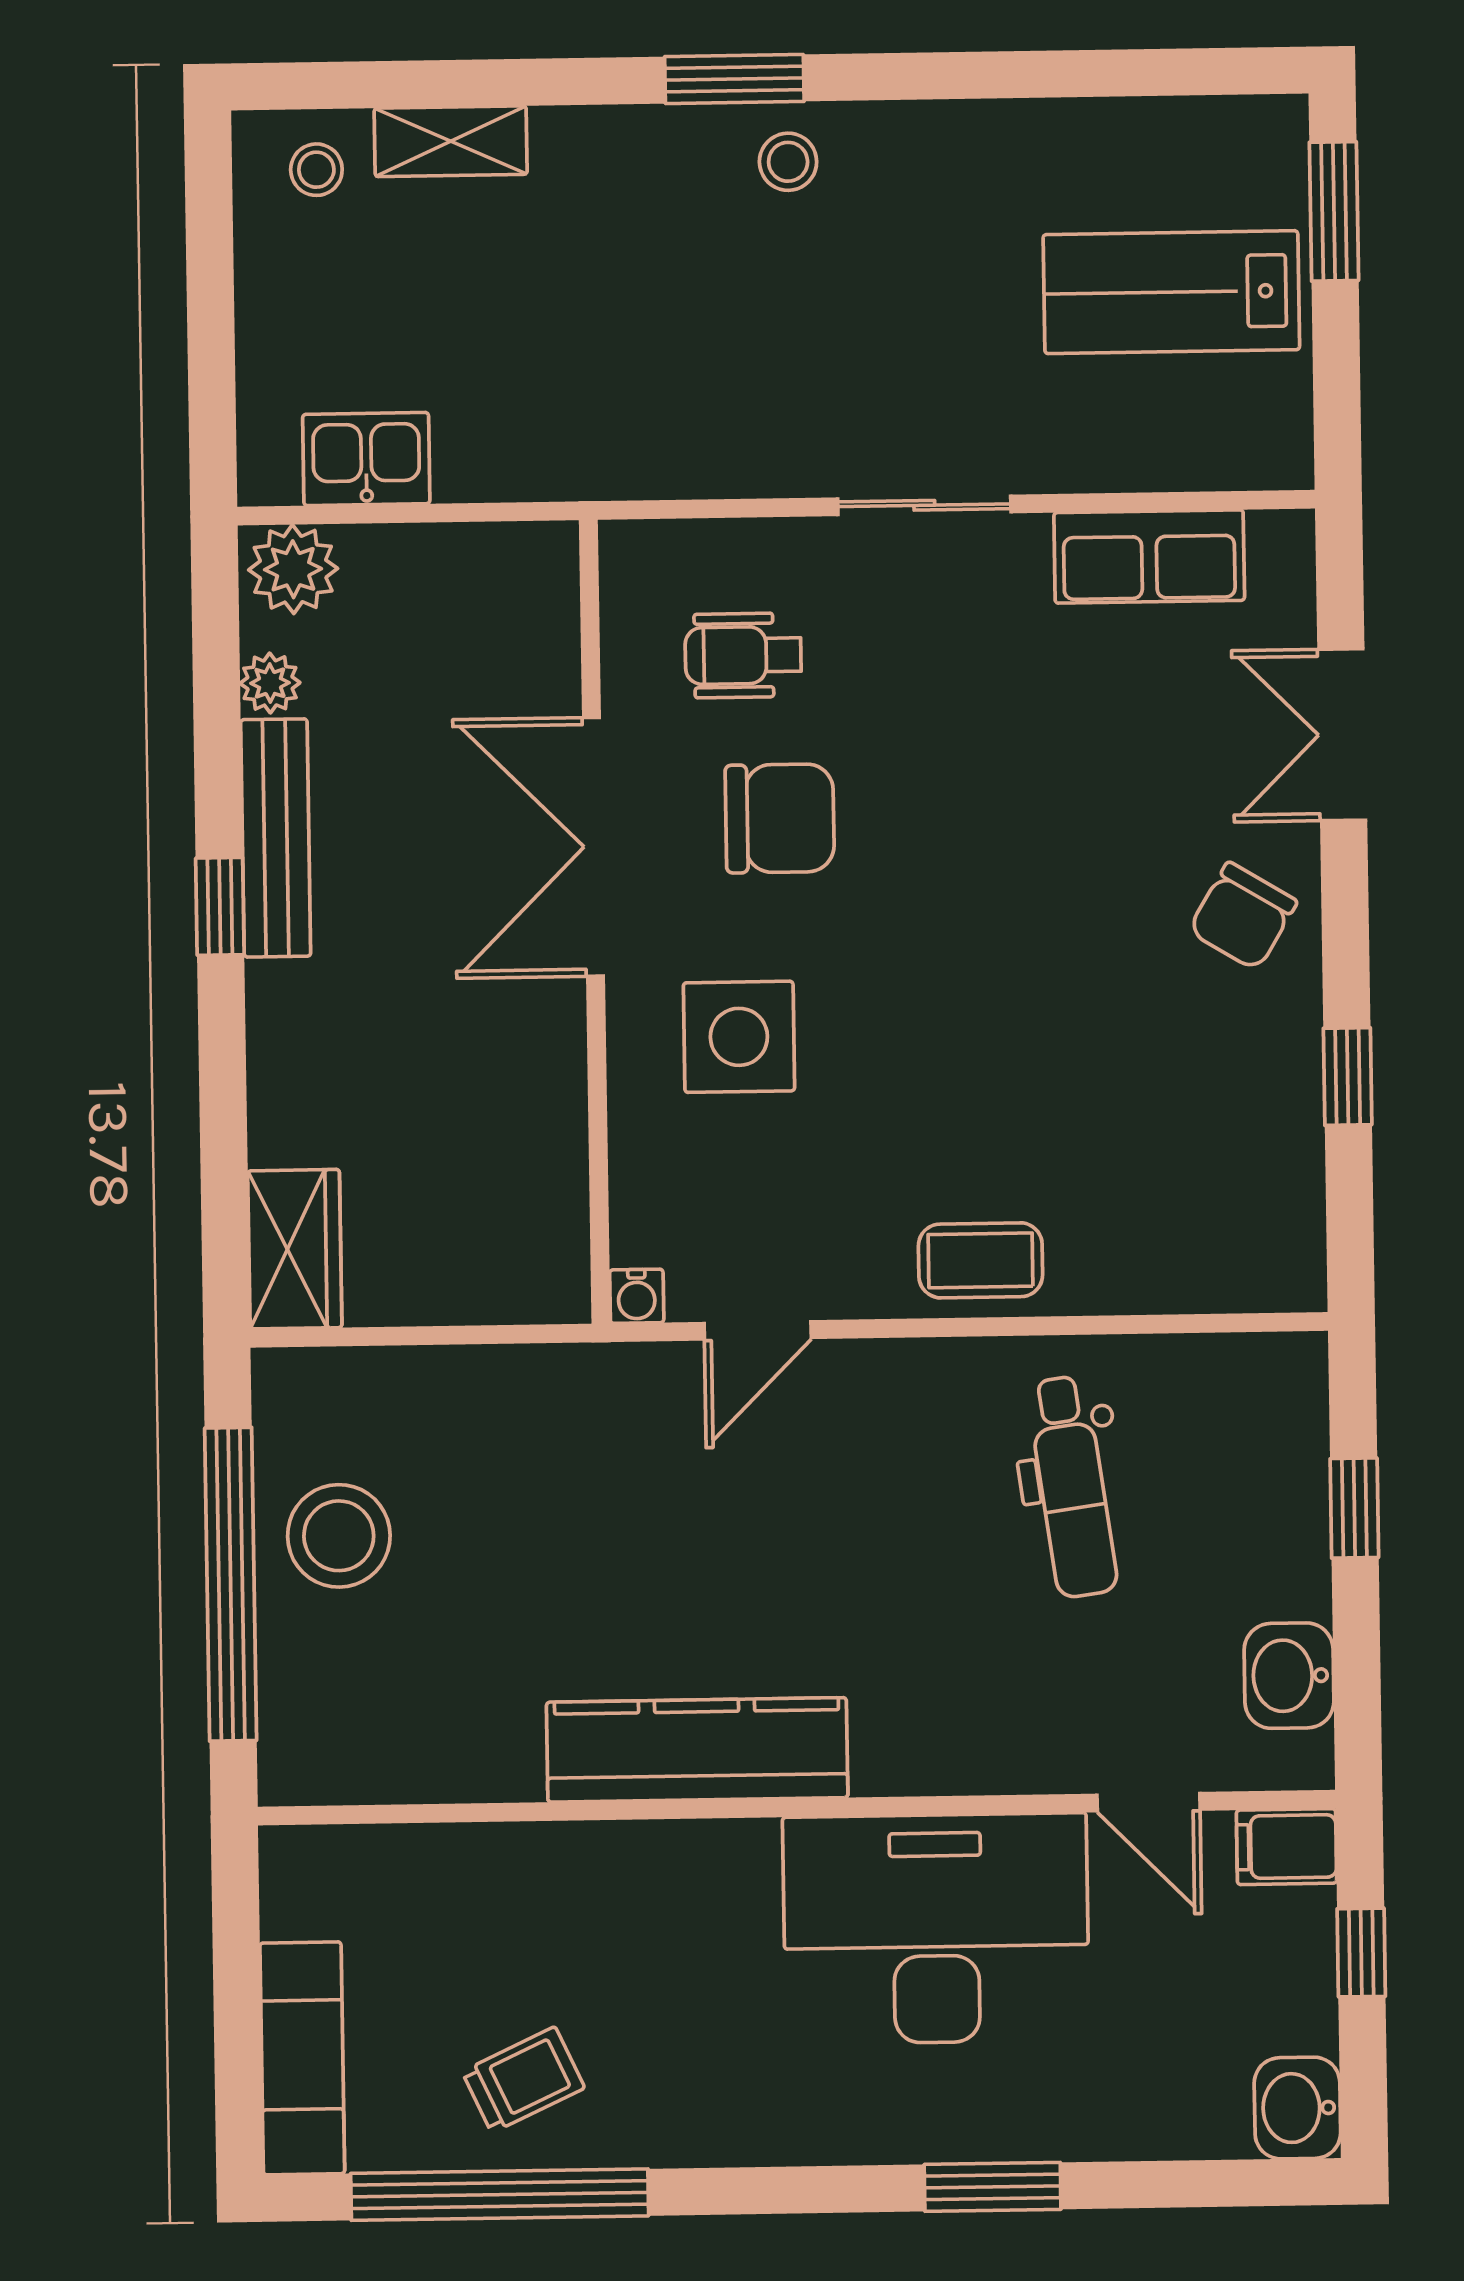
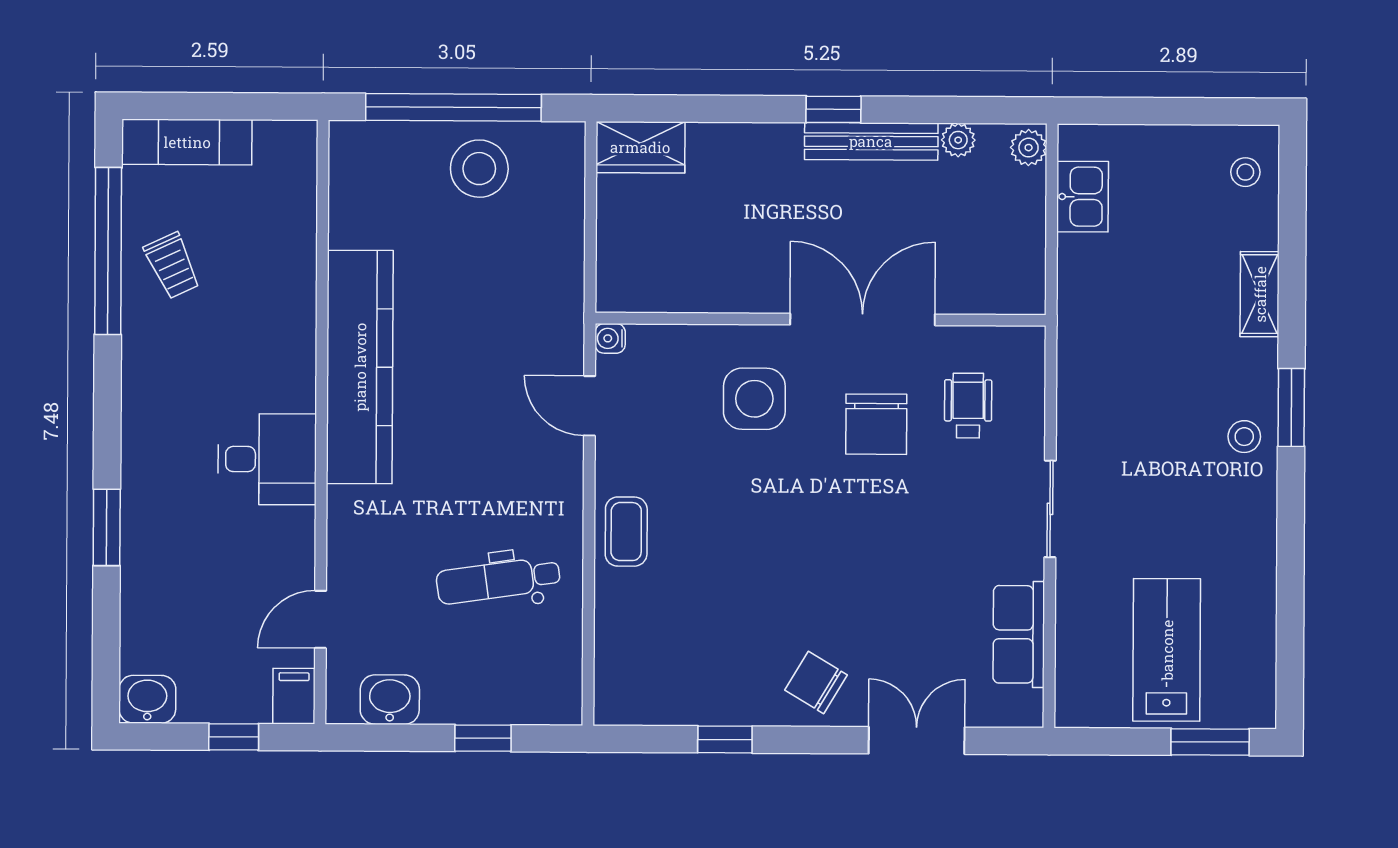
shelving: (451, 141) -> (1260, 294), moved
plant: (293, 569) -> (1029, 148), width x0.73, depth x0.73
kitchen counter: (697, 1750) -> (360, 367), width x1.39, depth x1.17
desk: (936, 1929) -> (267, 459), width x0.53, depth x0.77

